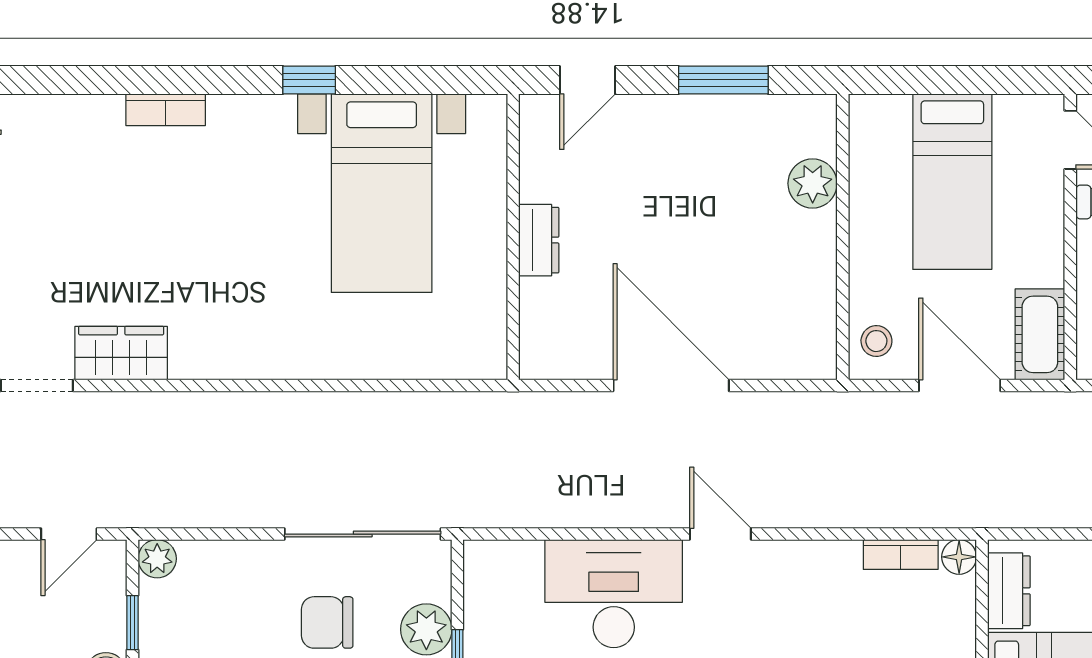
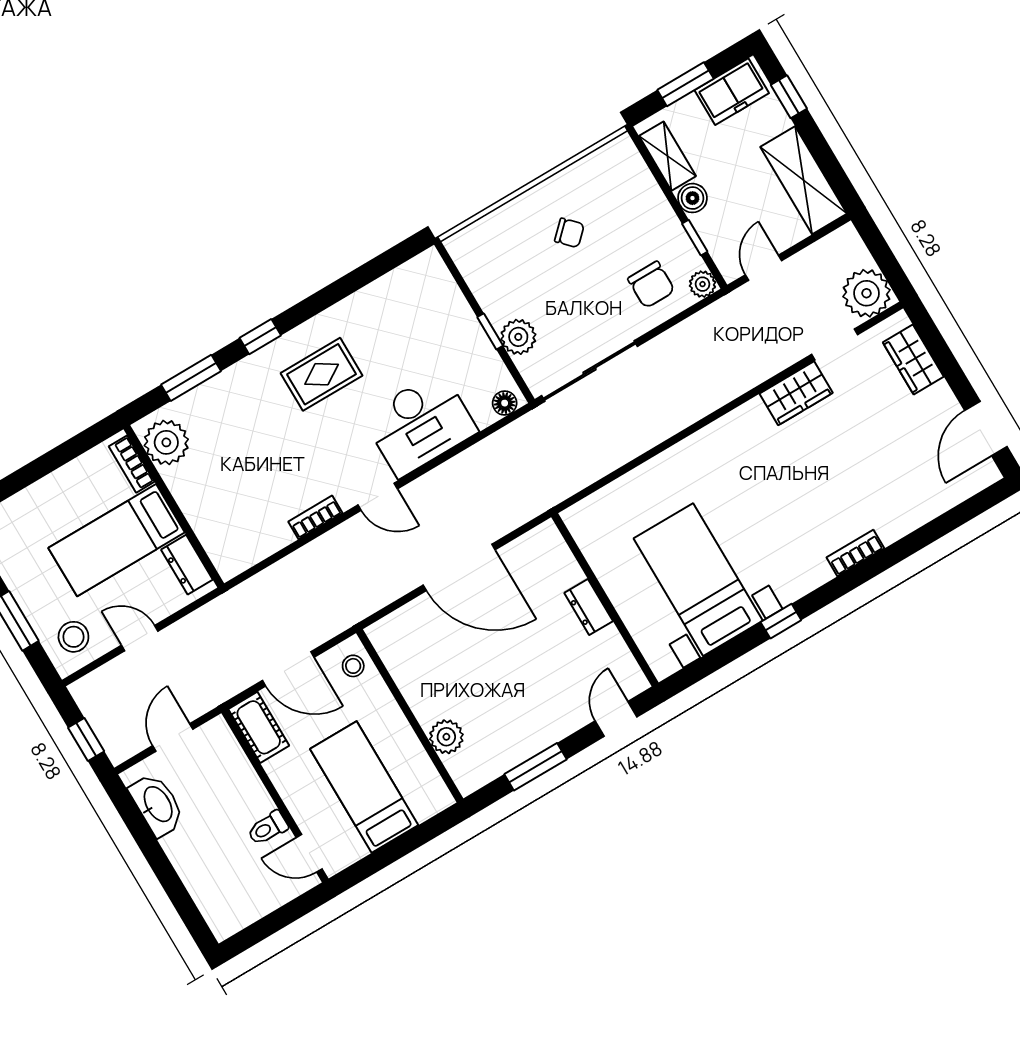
bookcase: (901, 555) -> (315, 517), moved
floor lamp: (959, 557) -> (505, 403), moved
chair: (327, 622) -> (651, 285), moved, turned 90

